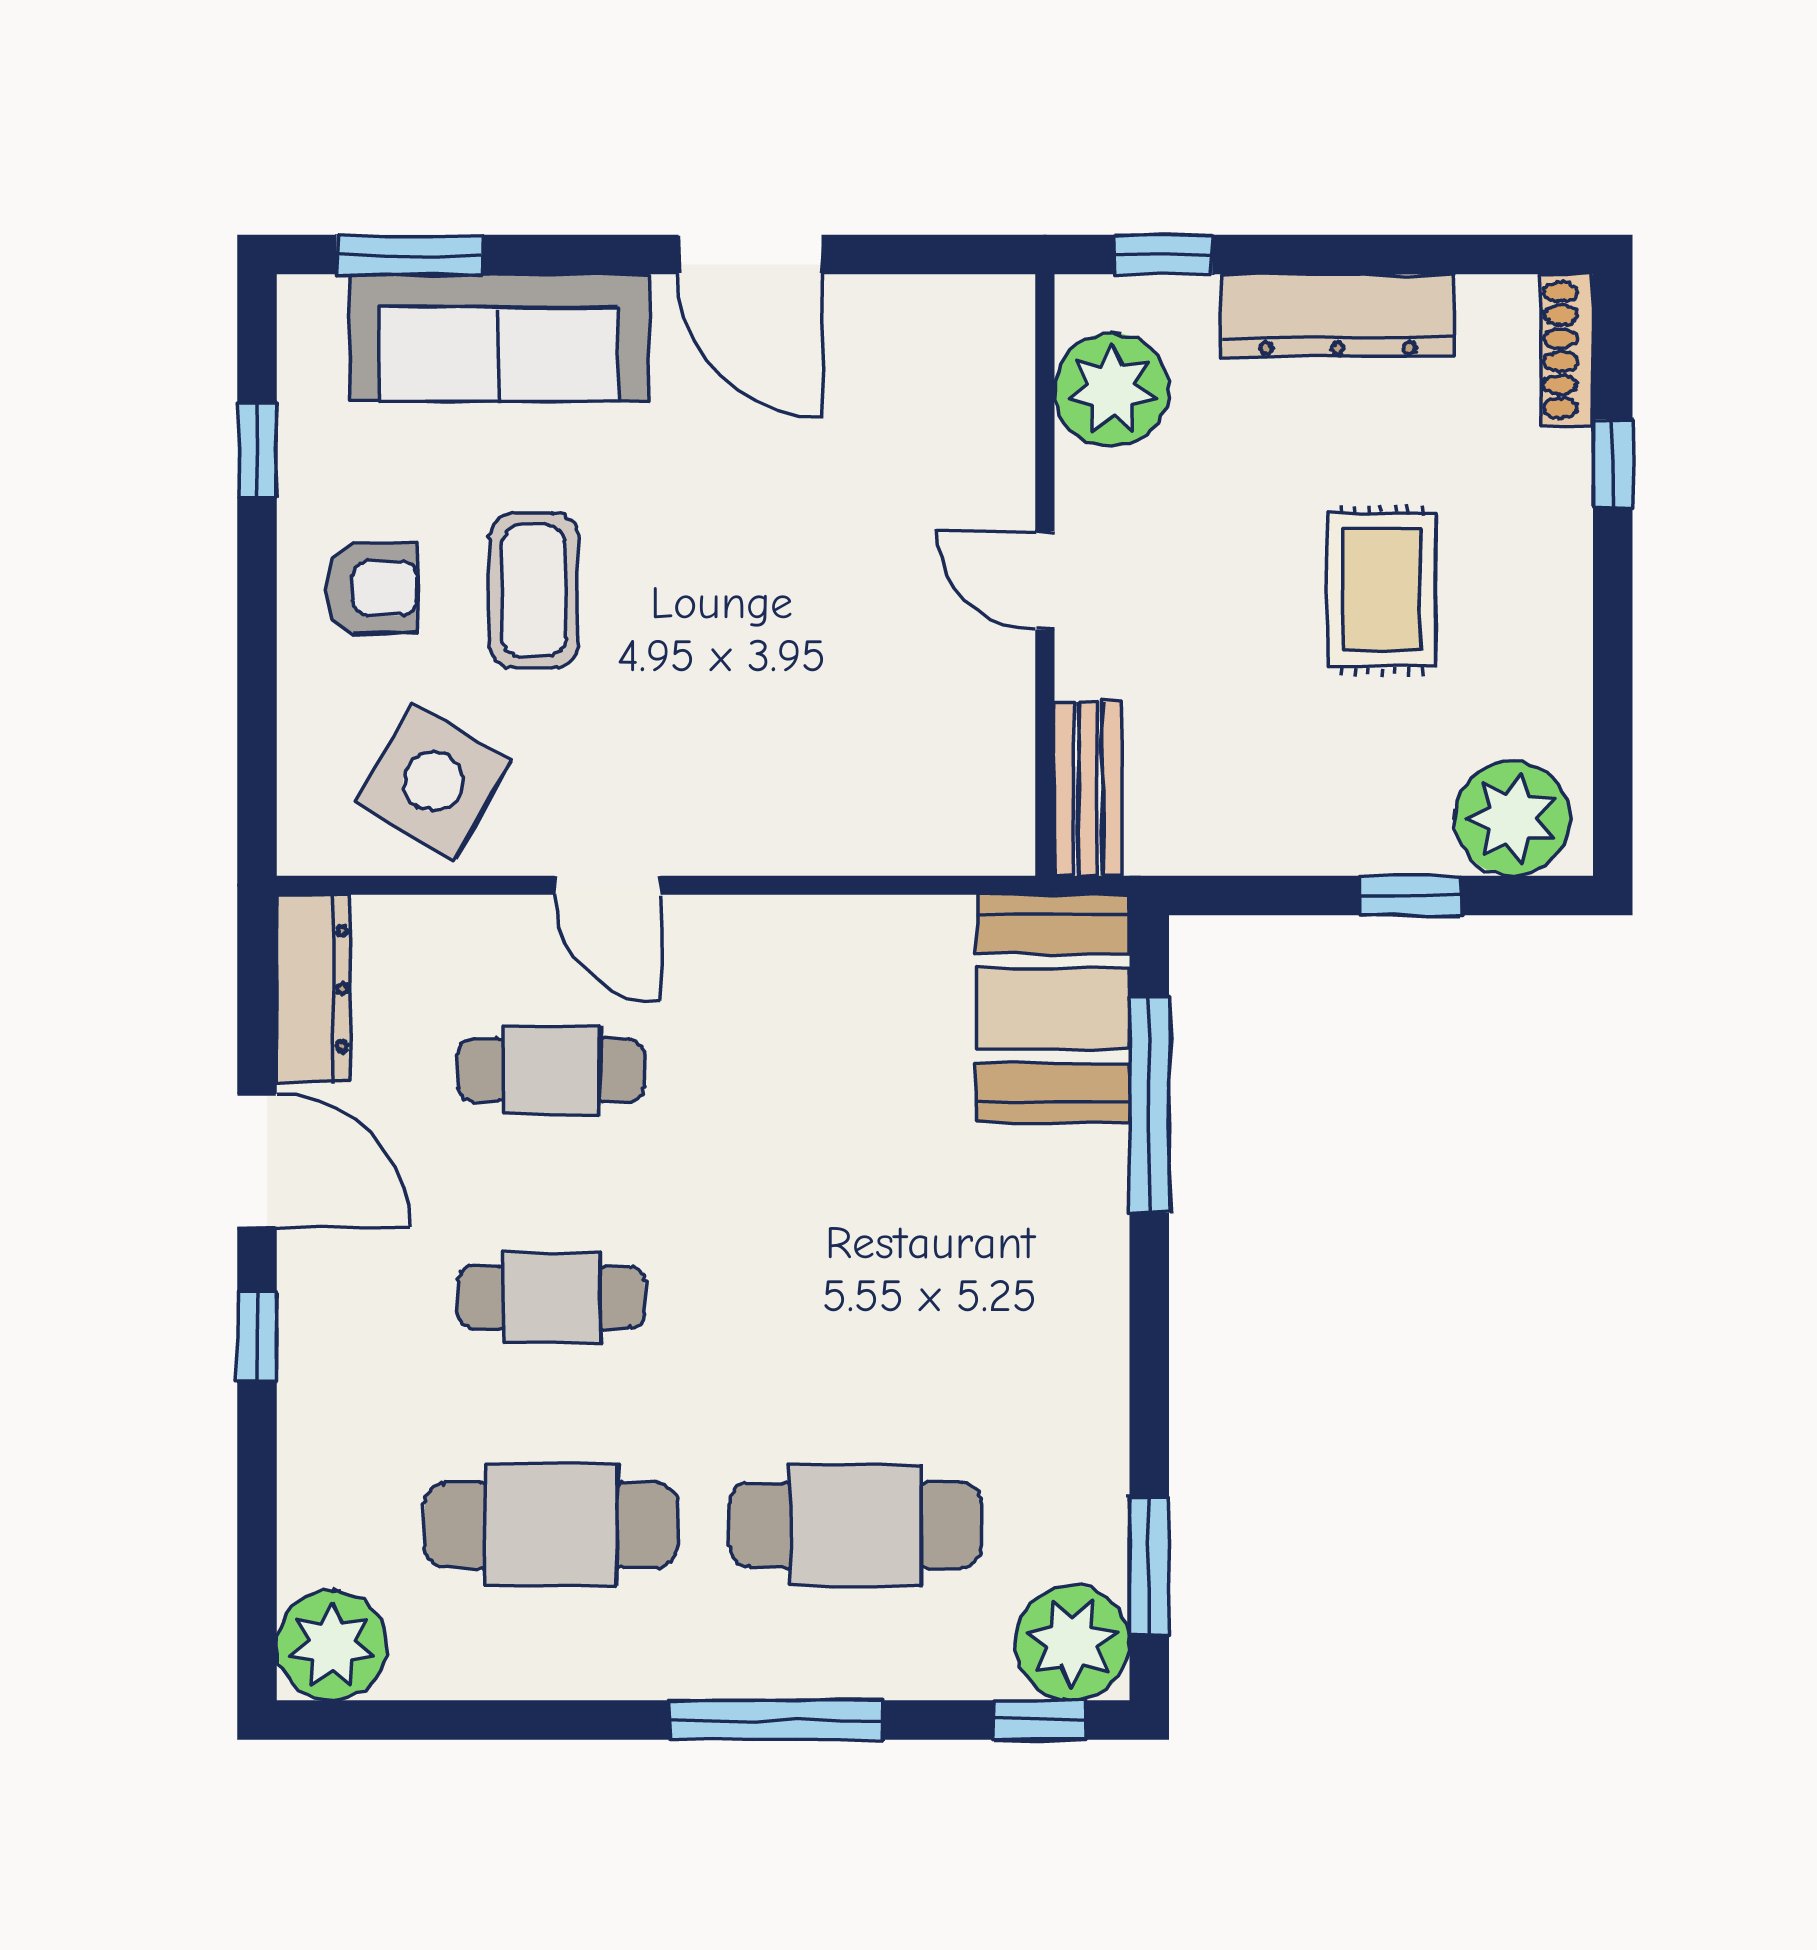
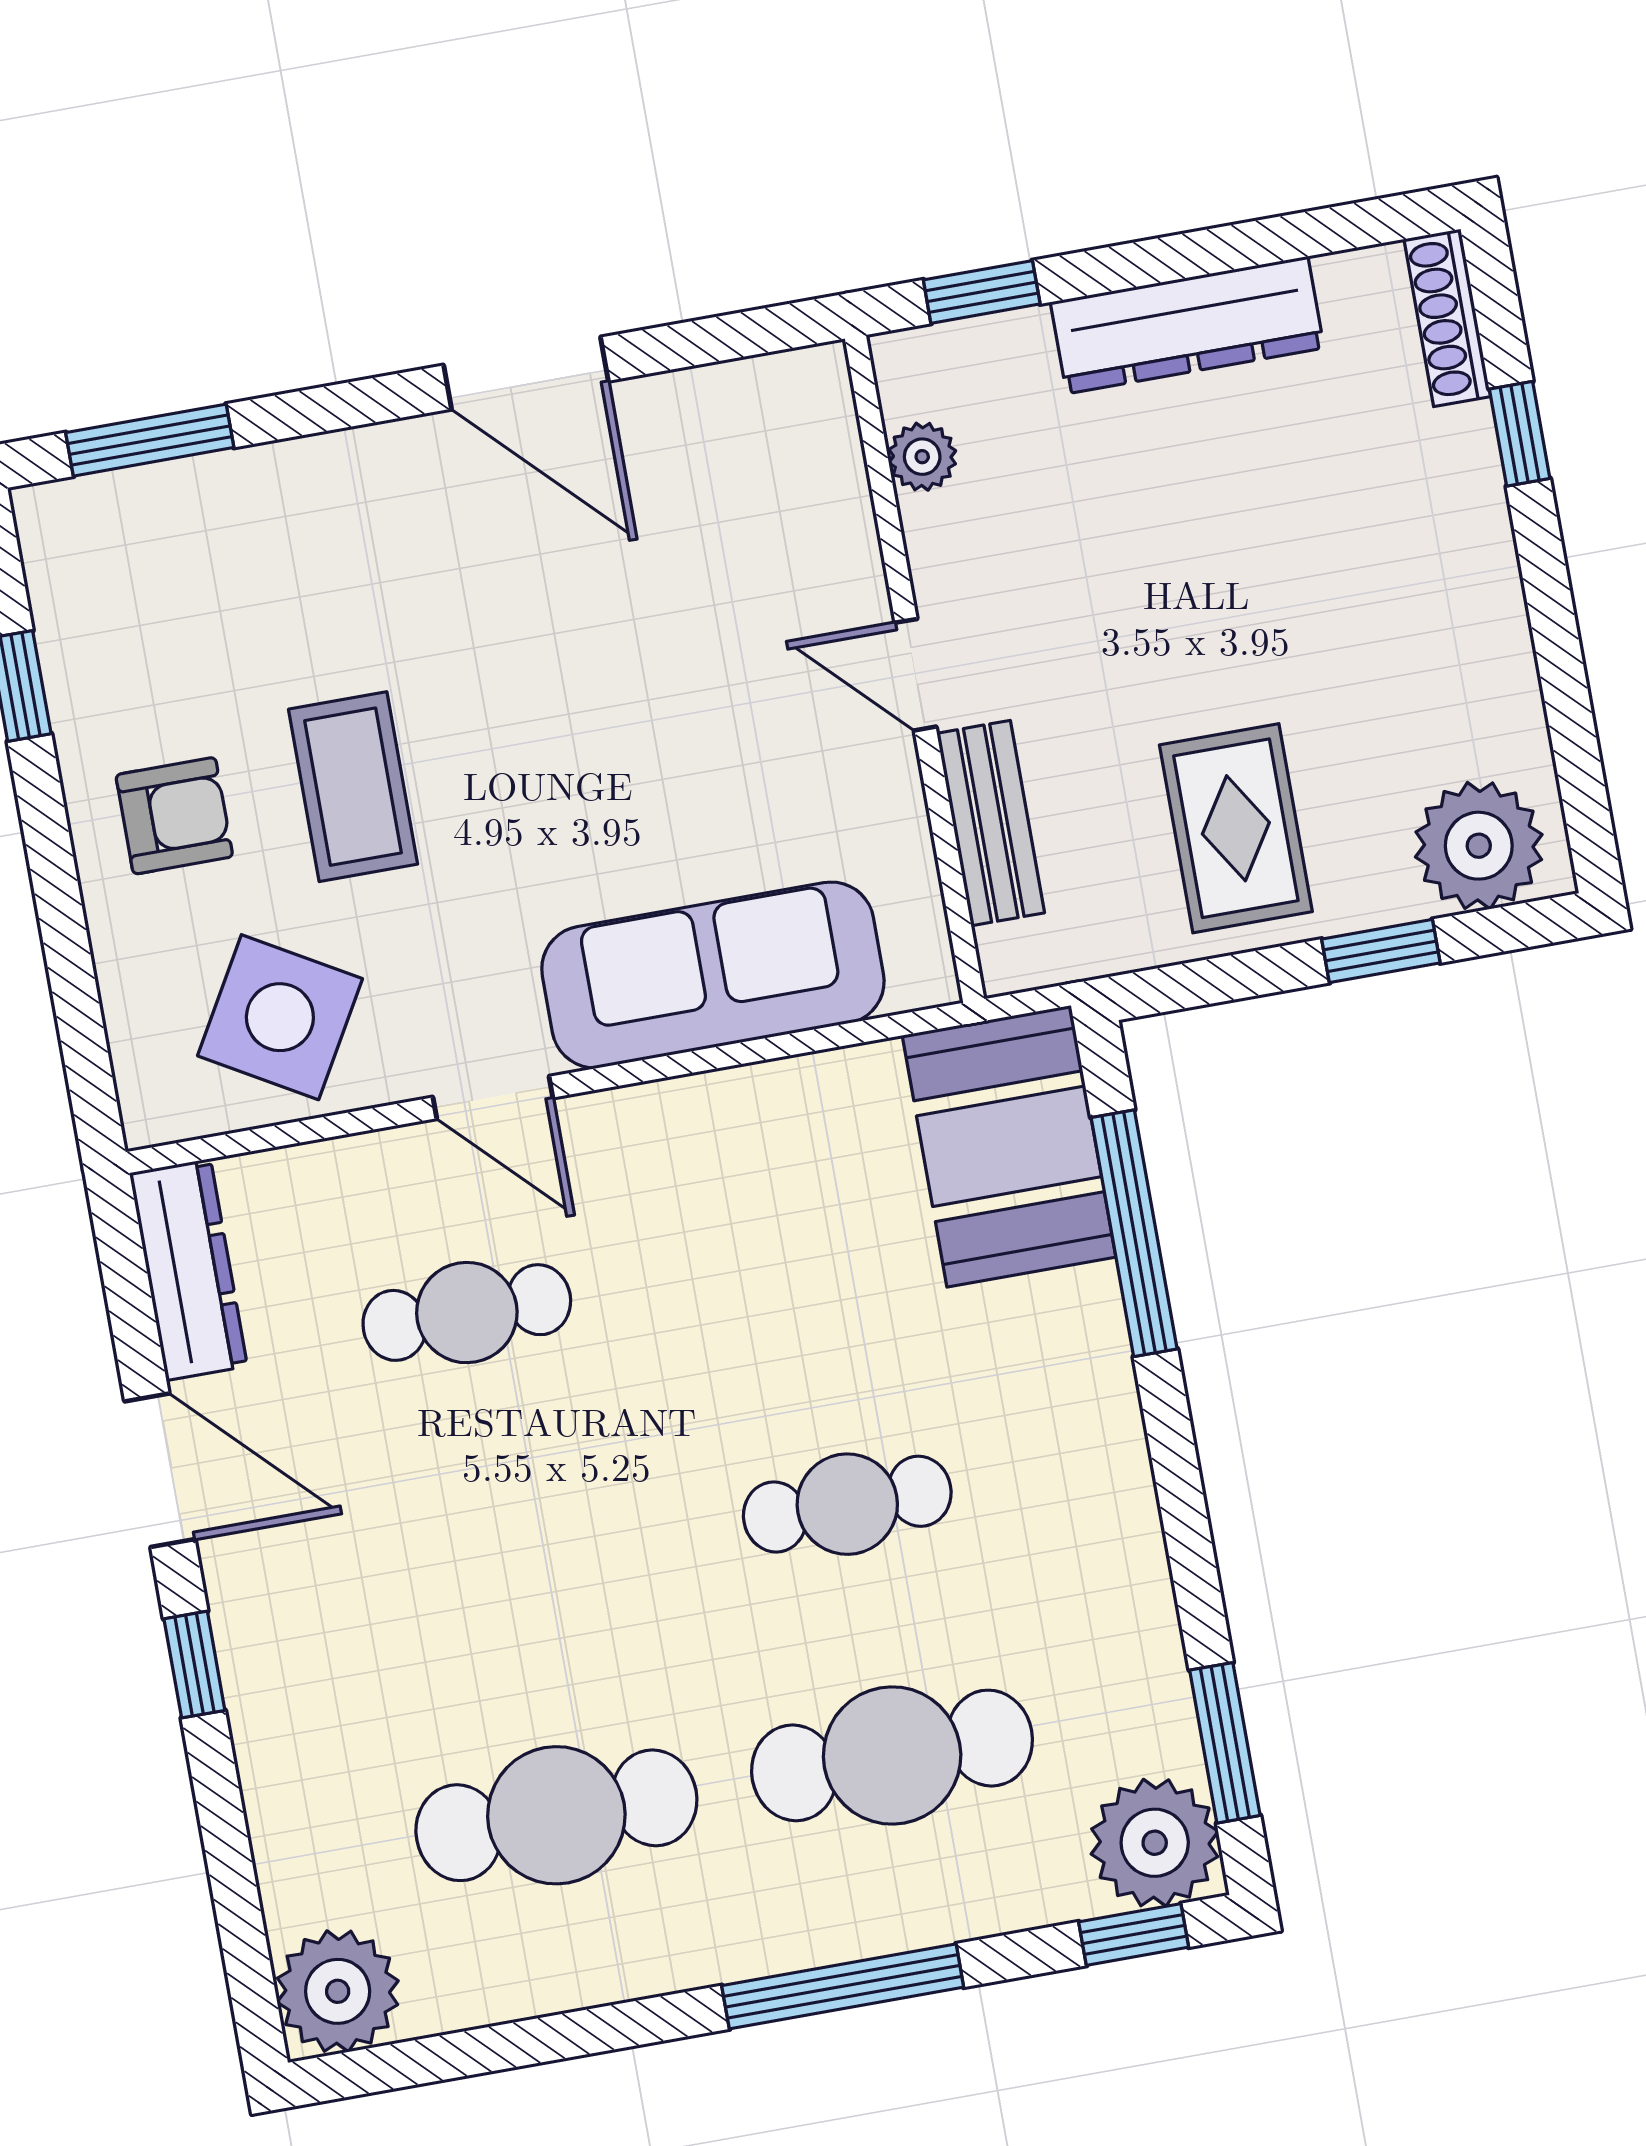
sofa: (499, 338) -> (713, 975), moved, turned 180
plant: (1111, 390) -> (922, 457), width x0.53, depth x0.53
rug: (1381, 590) -> (1236, 828), moved
bench: (1088, 789) -> (991, 823), moved
cafe table: (551, 1298) -> (847, 1504), moved

